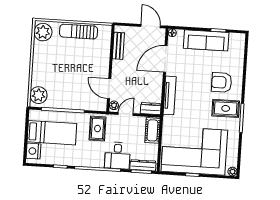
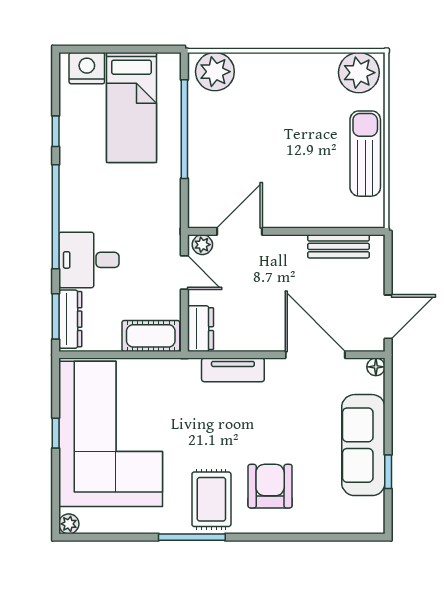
tv unit: (170, 95) -> (233, 370), width x0.71
rug: (97, 129) -> (147, 211), removed

